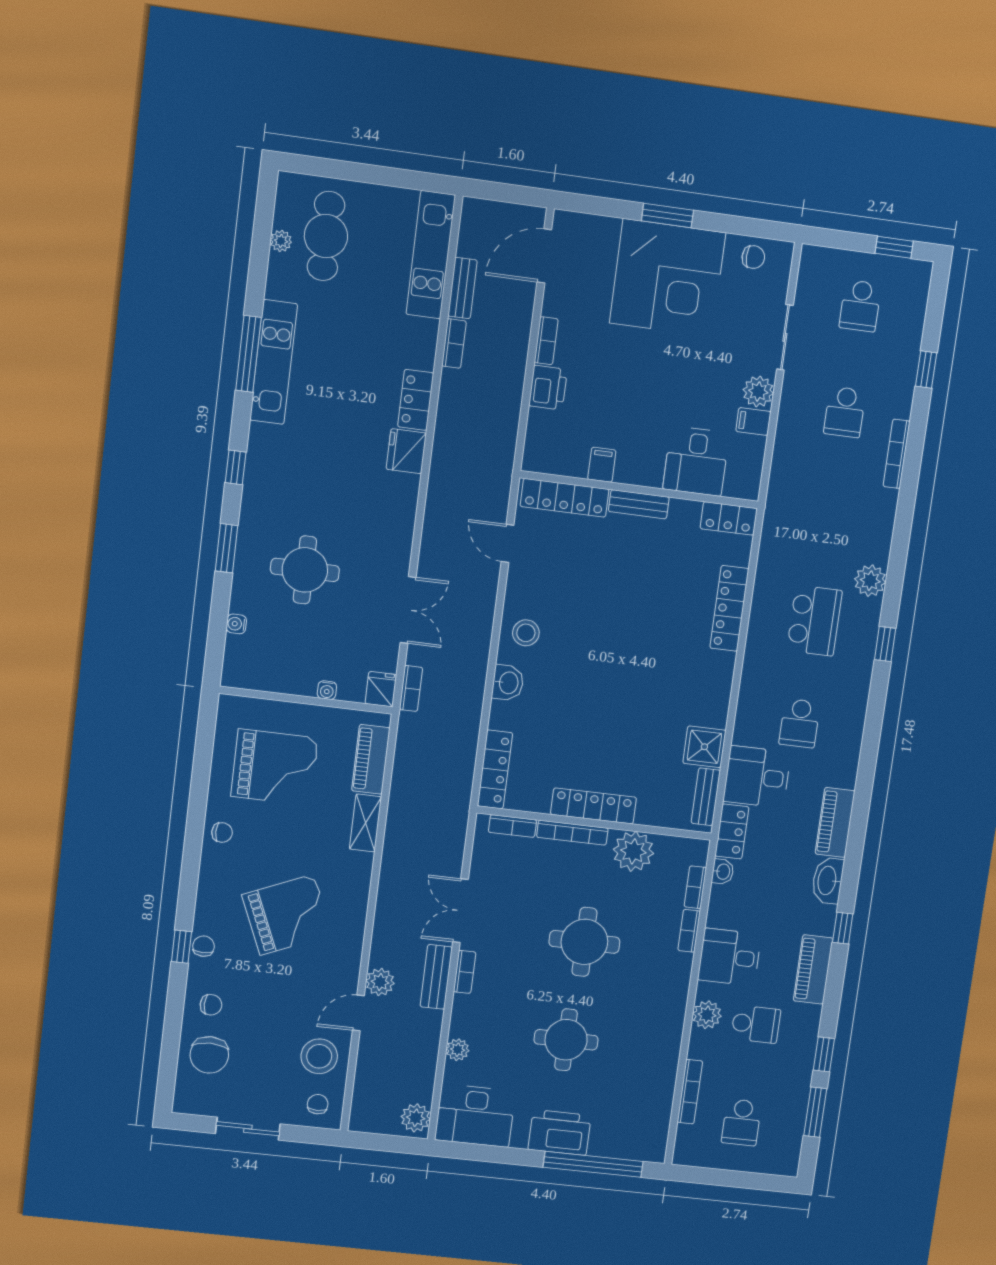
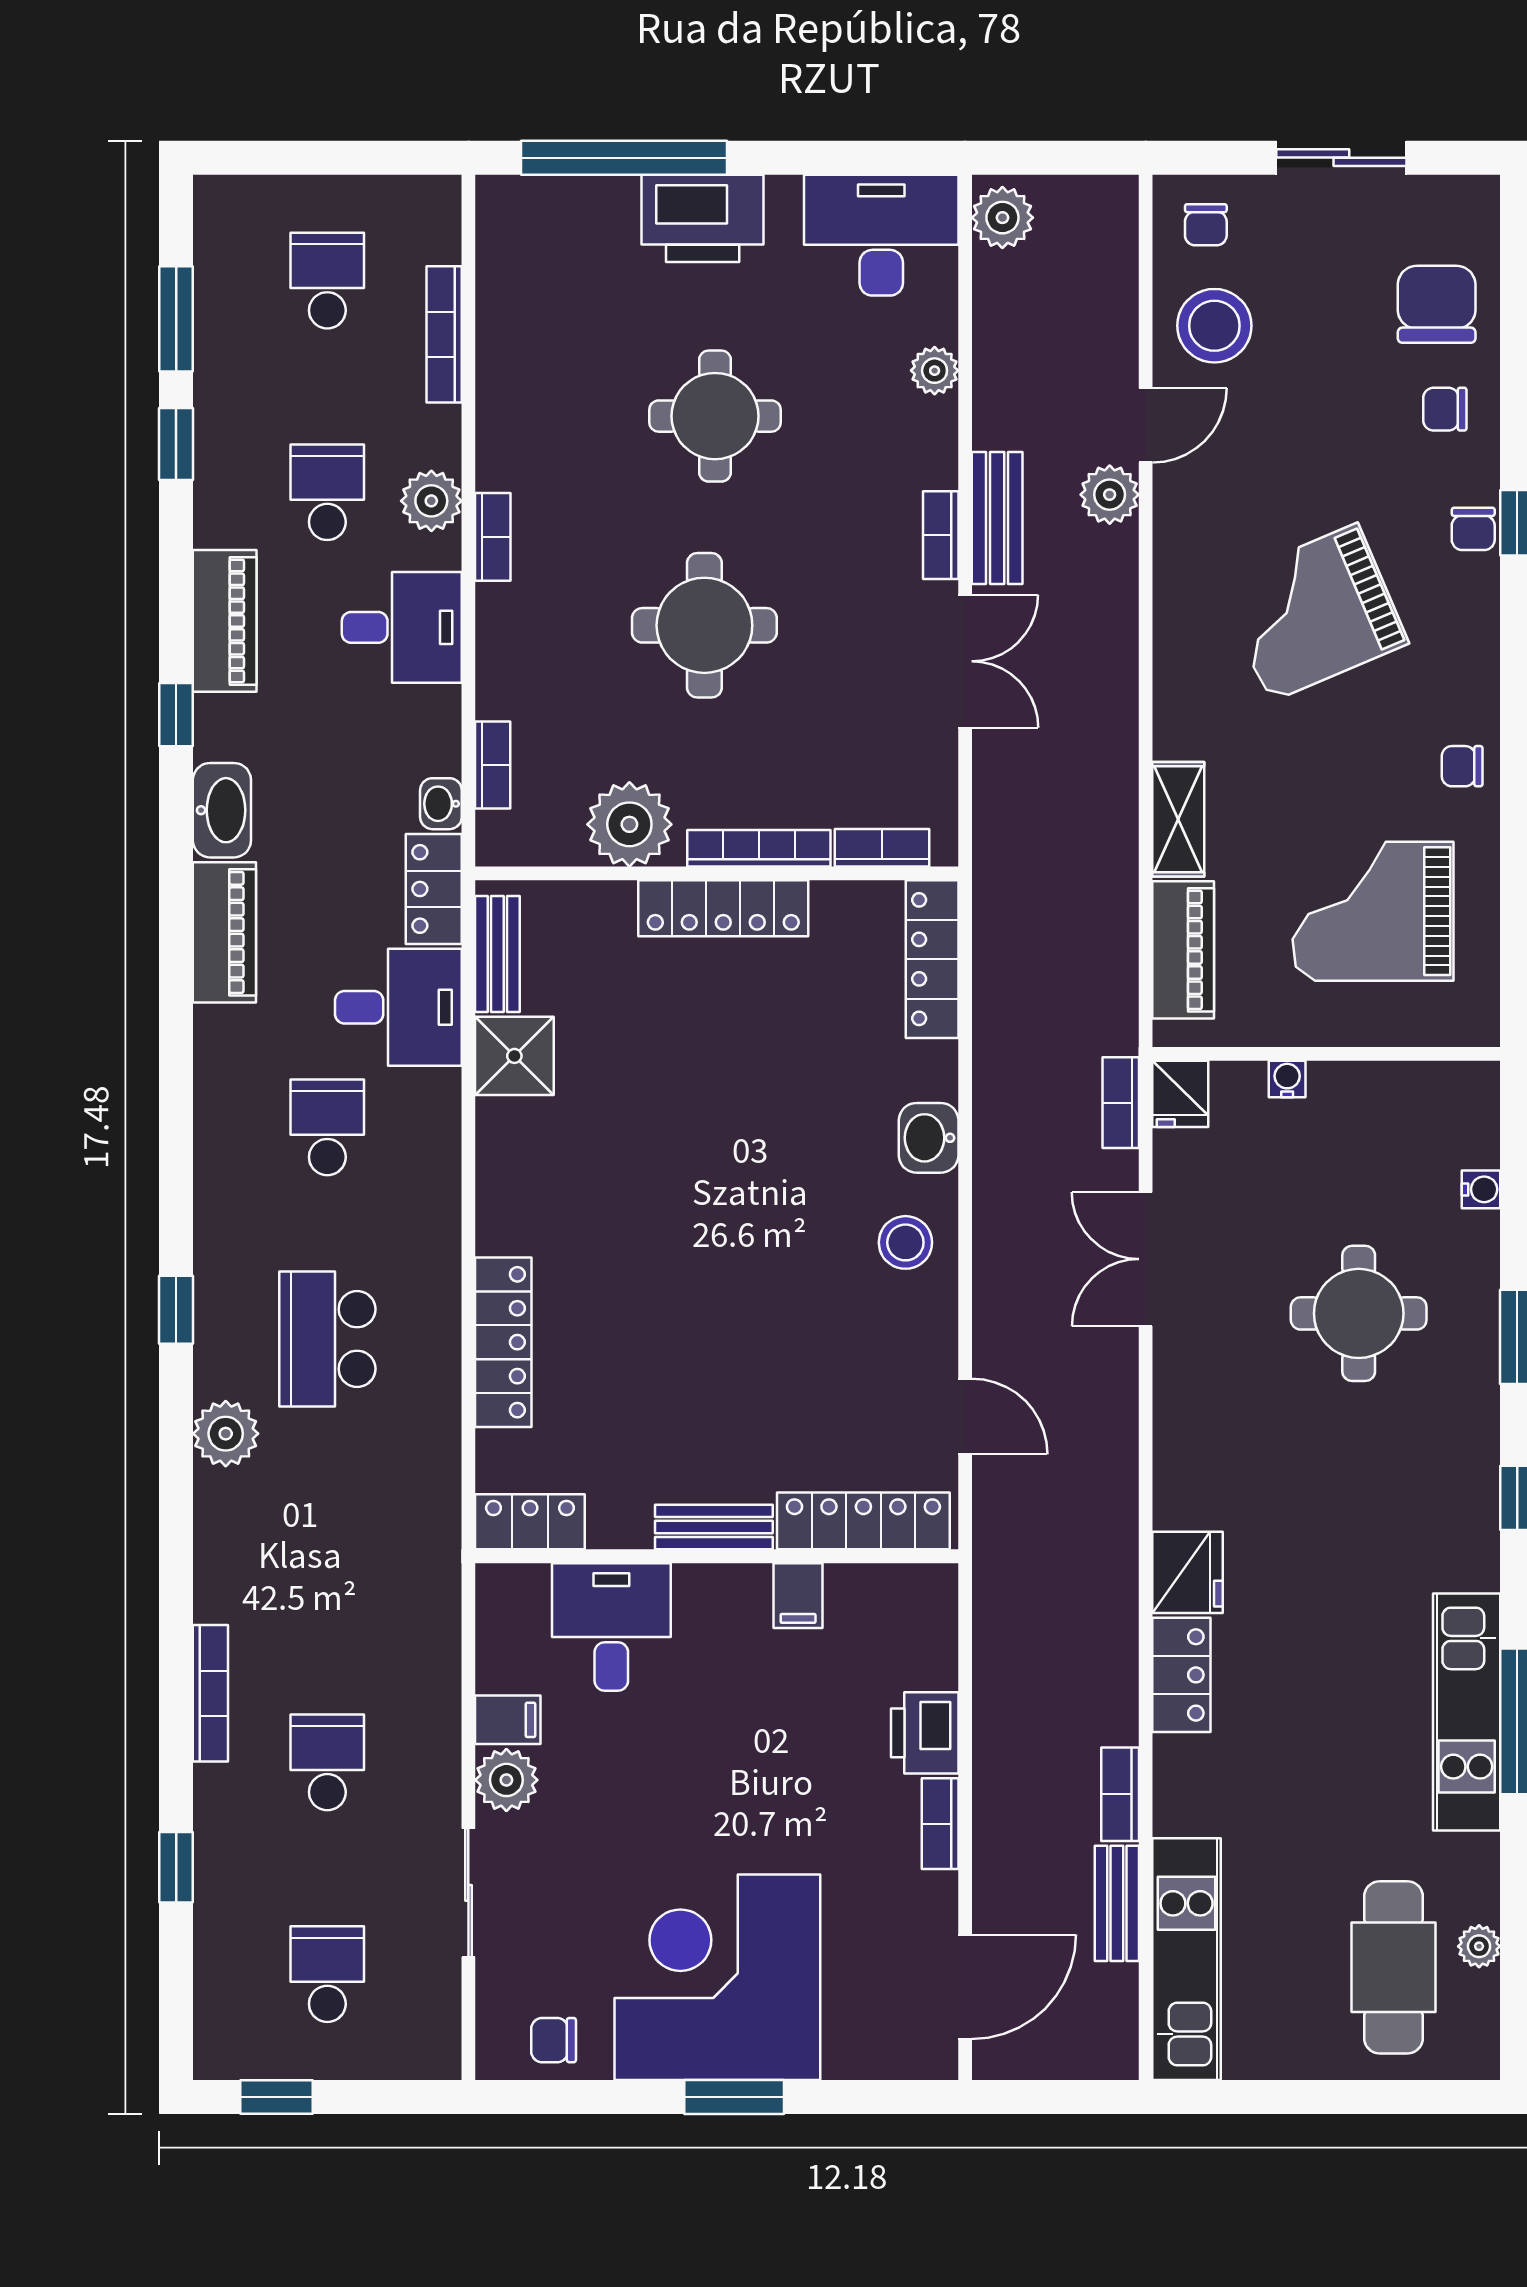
bookcase: (689, 931) -> (493, 537), moved
school desk: (756, 1024) -> (327, 492), turned 90

